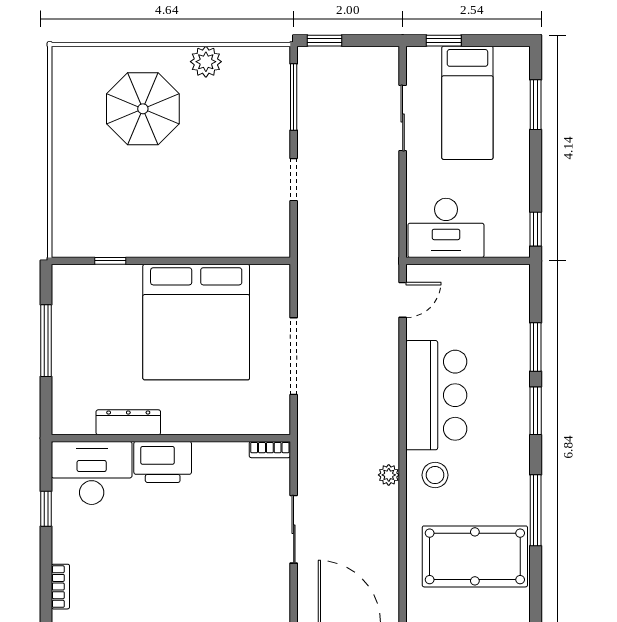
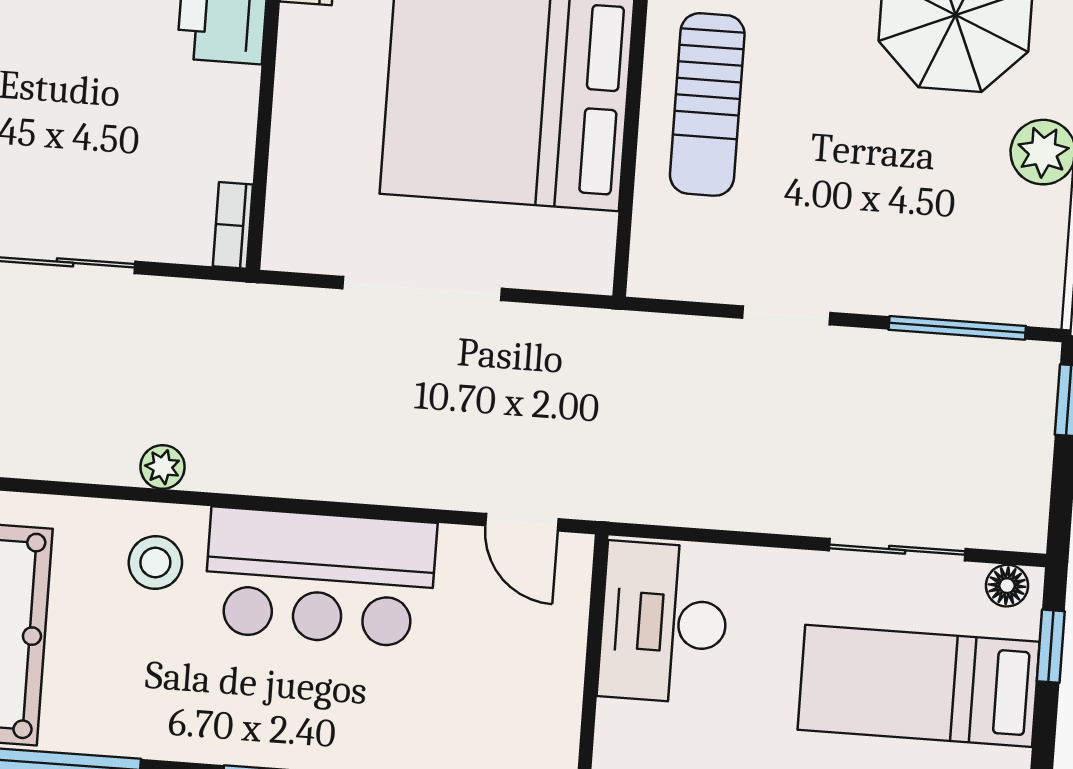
floor lamp: (416, 64) -> (1007, 586), added
sun lounger: (195, 225) -> (707, 104), added

